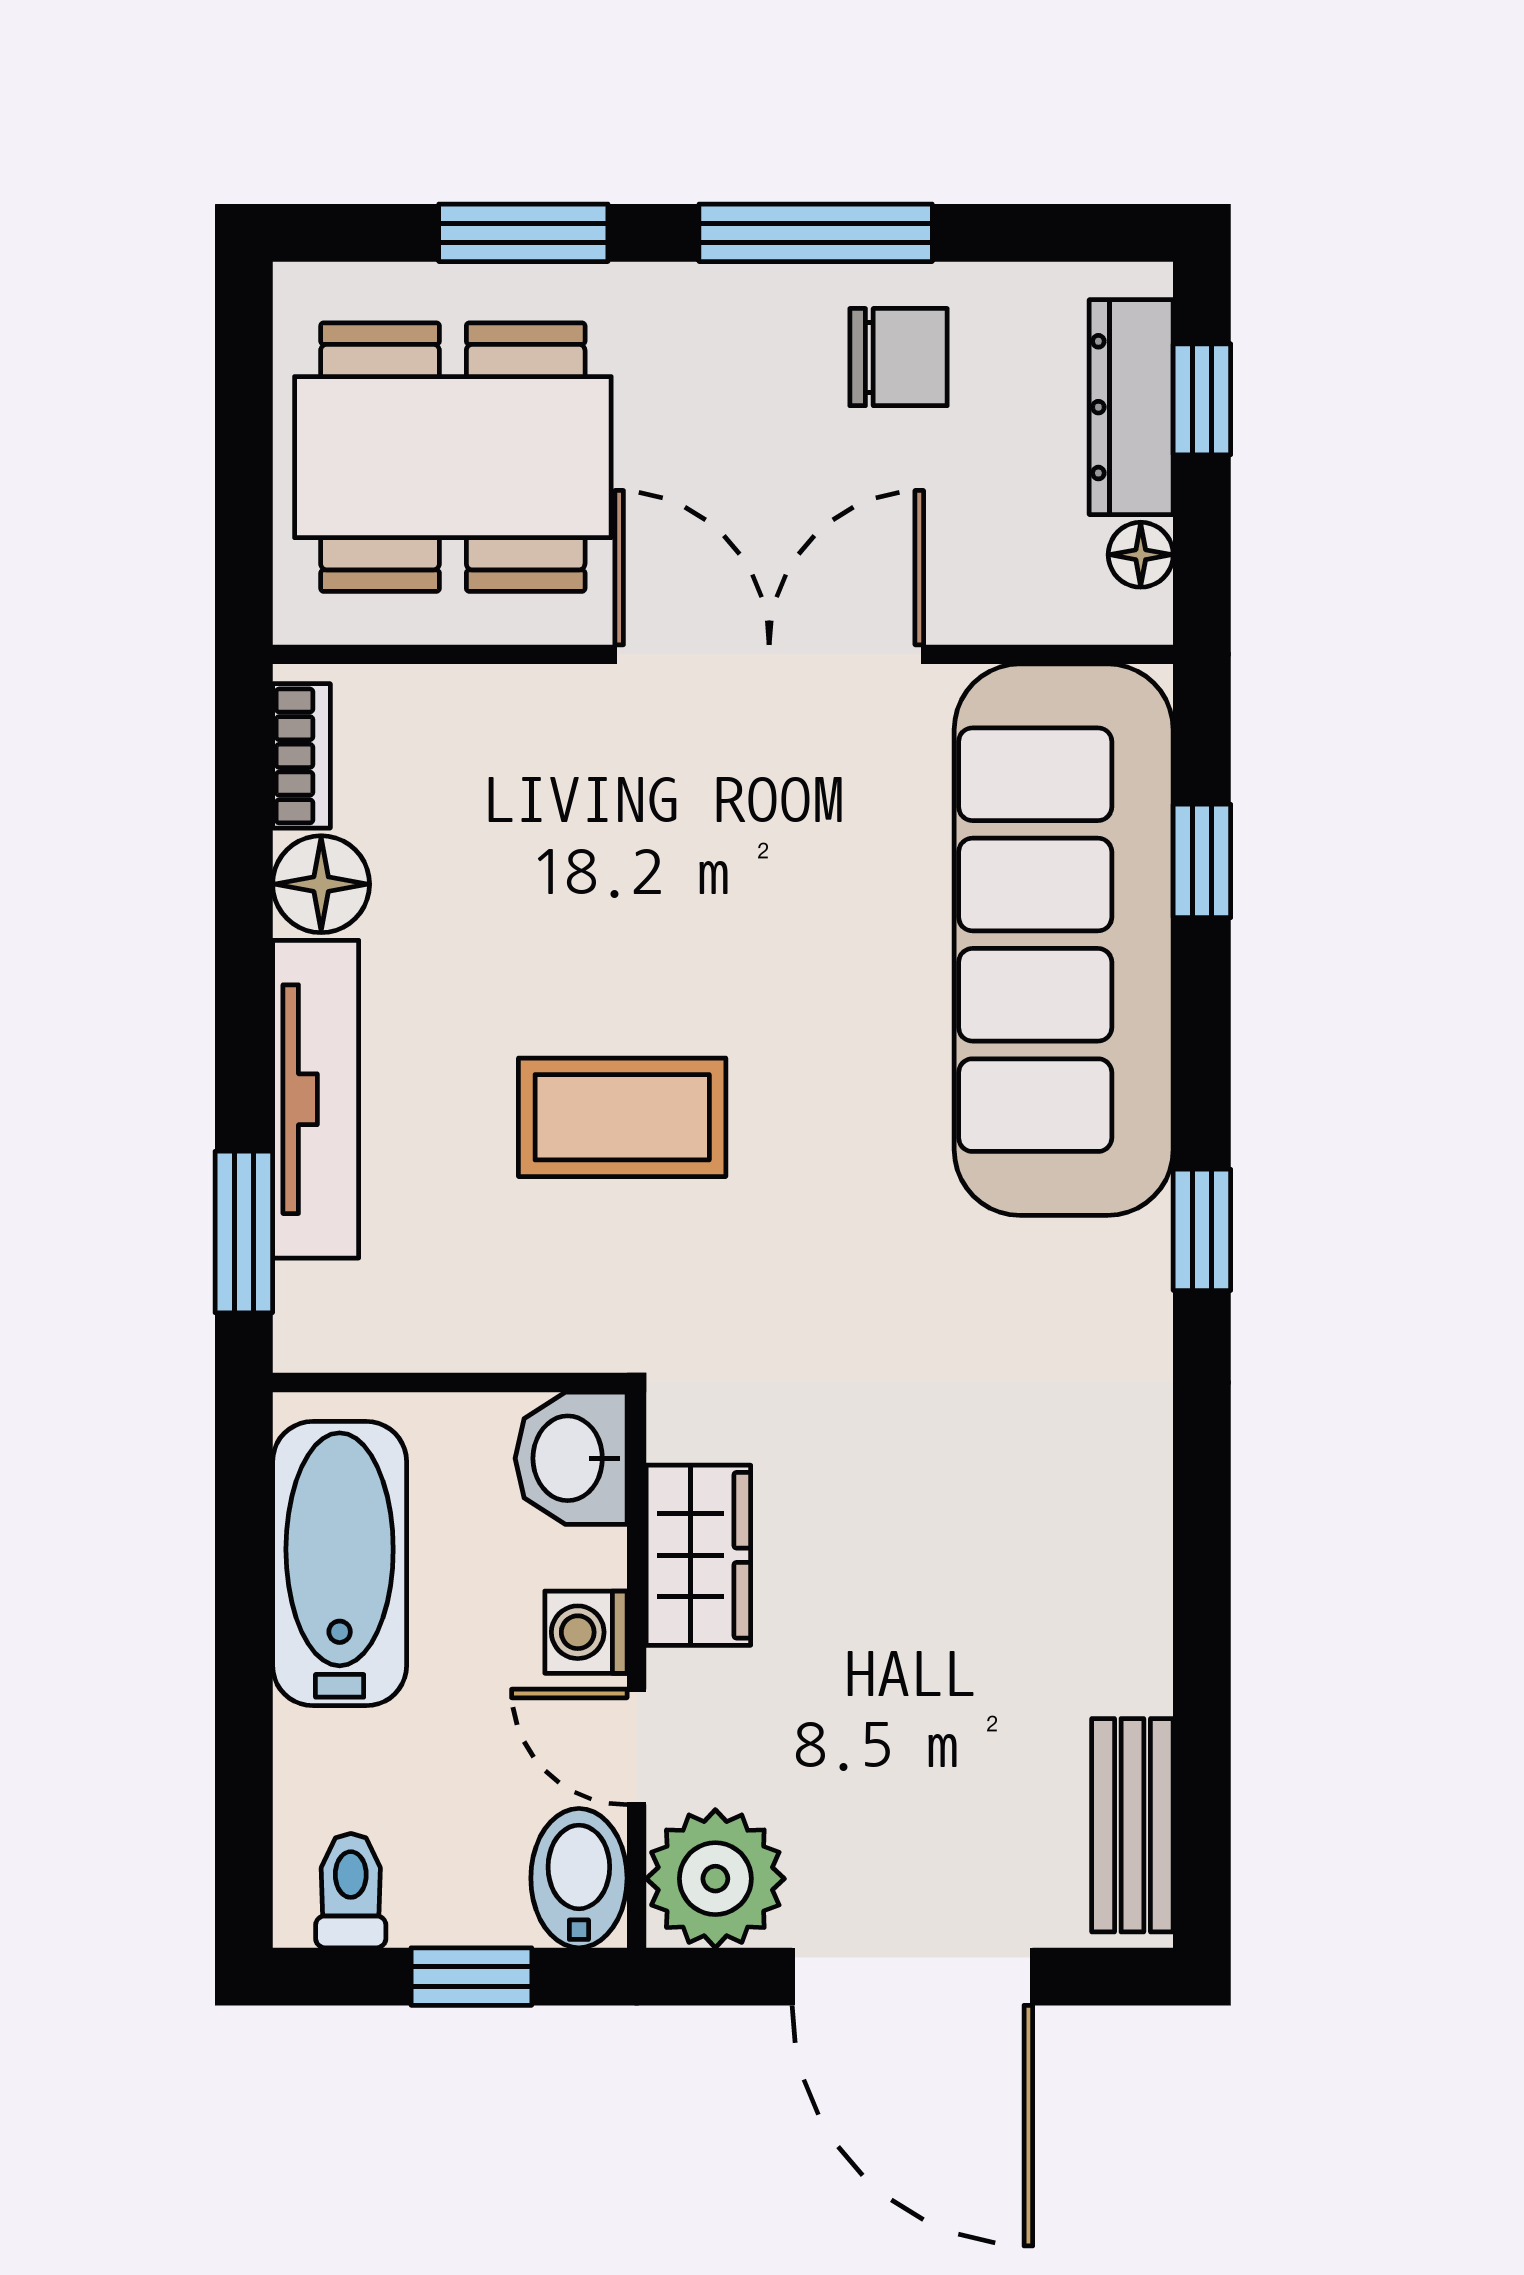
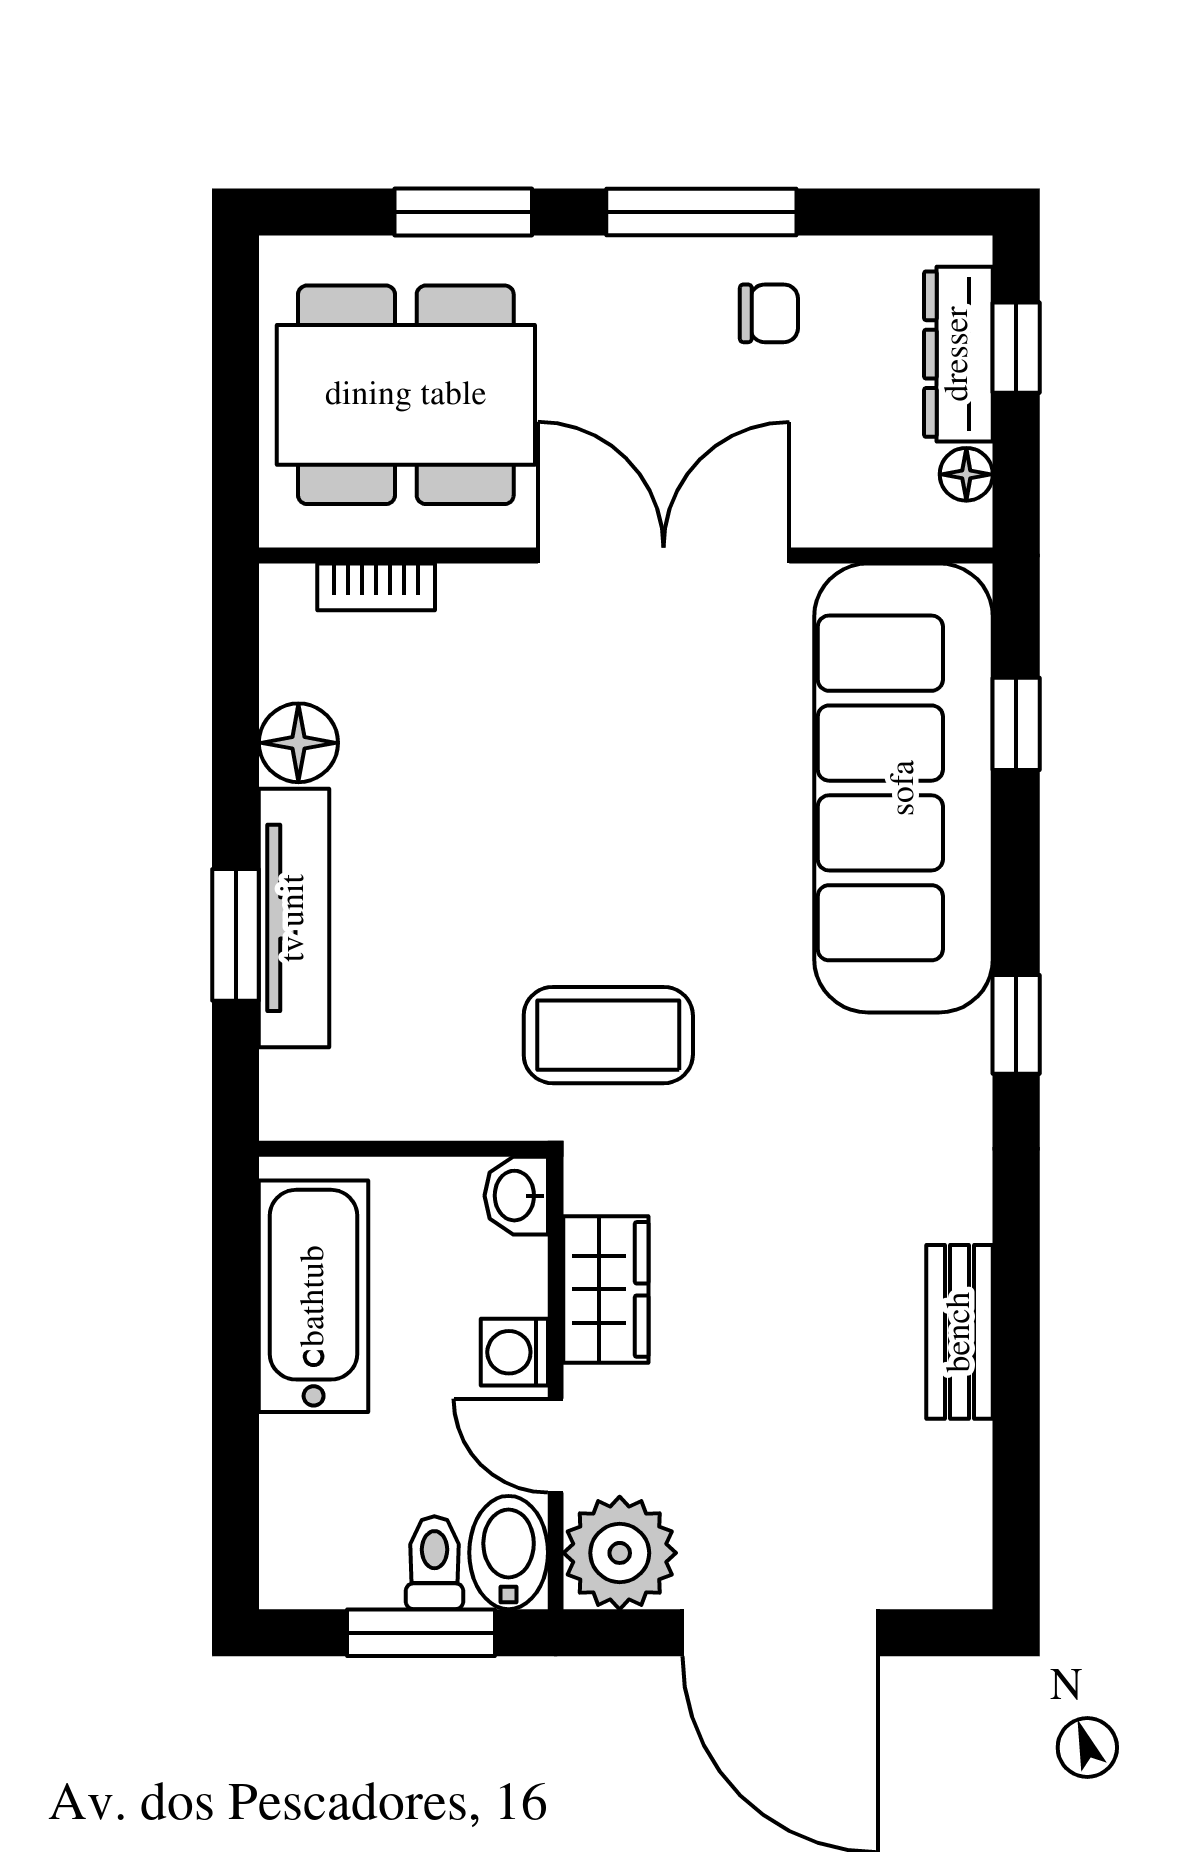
chair: (899, 357) -> (769, 313), width x0.73, depth x0.73
bookcase: (301, 756) -> (376, 587), moved, turned 90
coffee table: (622, 1117) -> (608, 1035), moved
window: (244, 1232) -> (236, 935), moved
washbasin: (571, 1458) -> (516, 1196), width x0.72, depth x0.69
bench: (1132, 1825) -> (960, 1332), moved
toilet: (351, 1891) -> (434, 1563), moved
window: (471, 1977) -> (421, 1633), width x1.50

